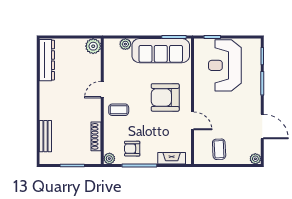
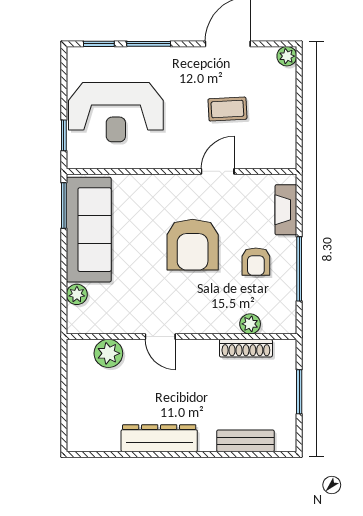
plant: (93, 46) -> (108, 353), moved
dresser: (47, 60) -> (159, 438), moved
armchair: (165, 97) -> (193, 245), moved
coffee table: (119, 110) -> (197, 307), removed
armchair: (132, 149) -> (256, 262), moved
coffee table: (219, 149) -> (227, 109), moved
plant: (109, 159) -> (250, 324), moved

